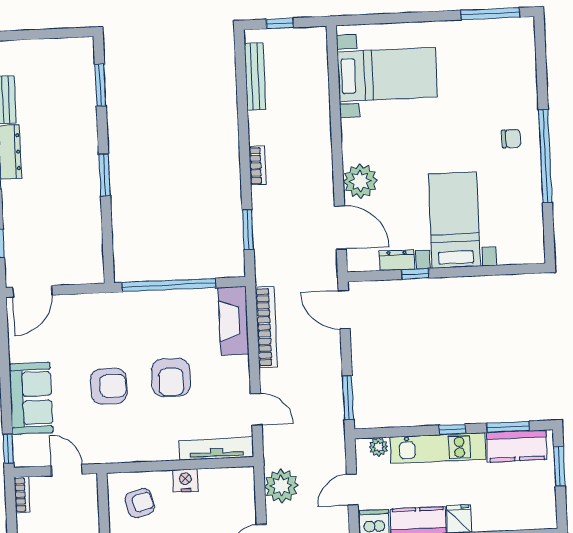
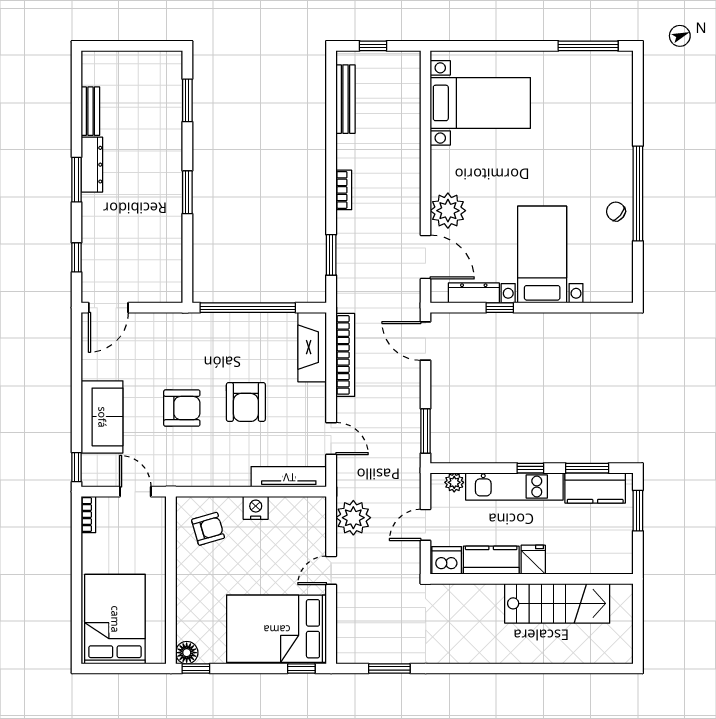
chair: (511, 139) -> (616, 211), moved, turned -140
dresser: (397, 260) -> (474, 293), width x1.44

